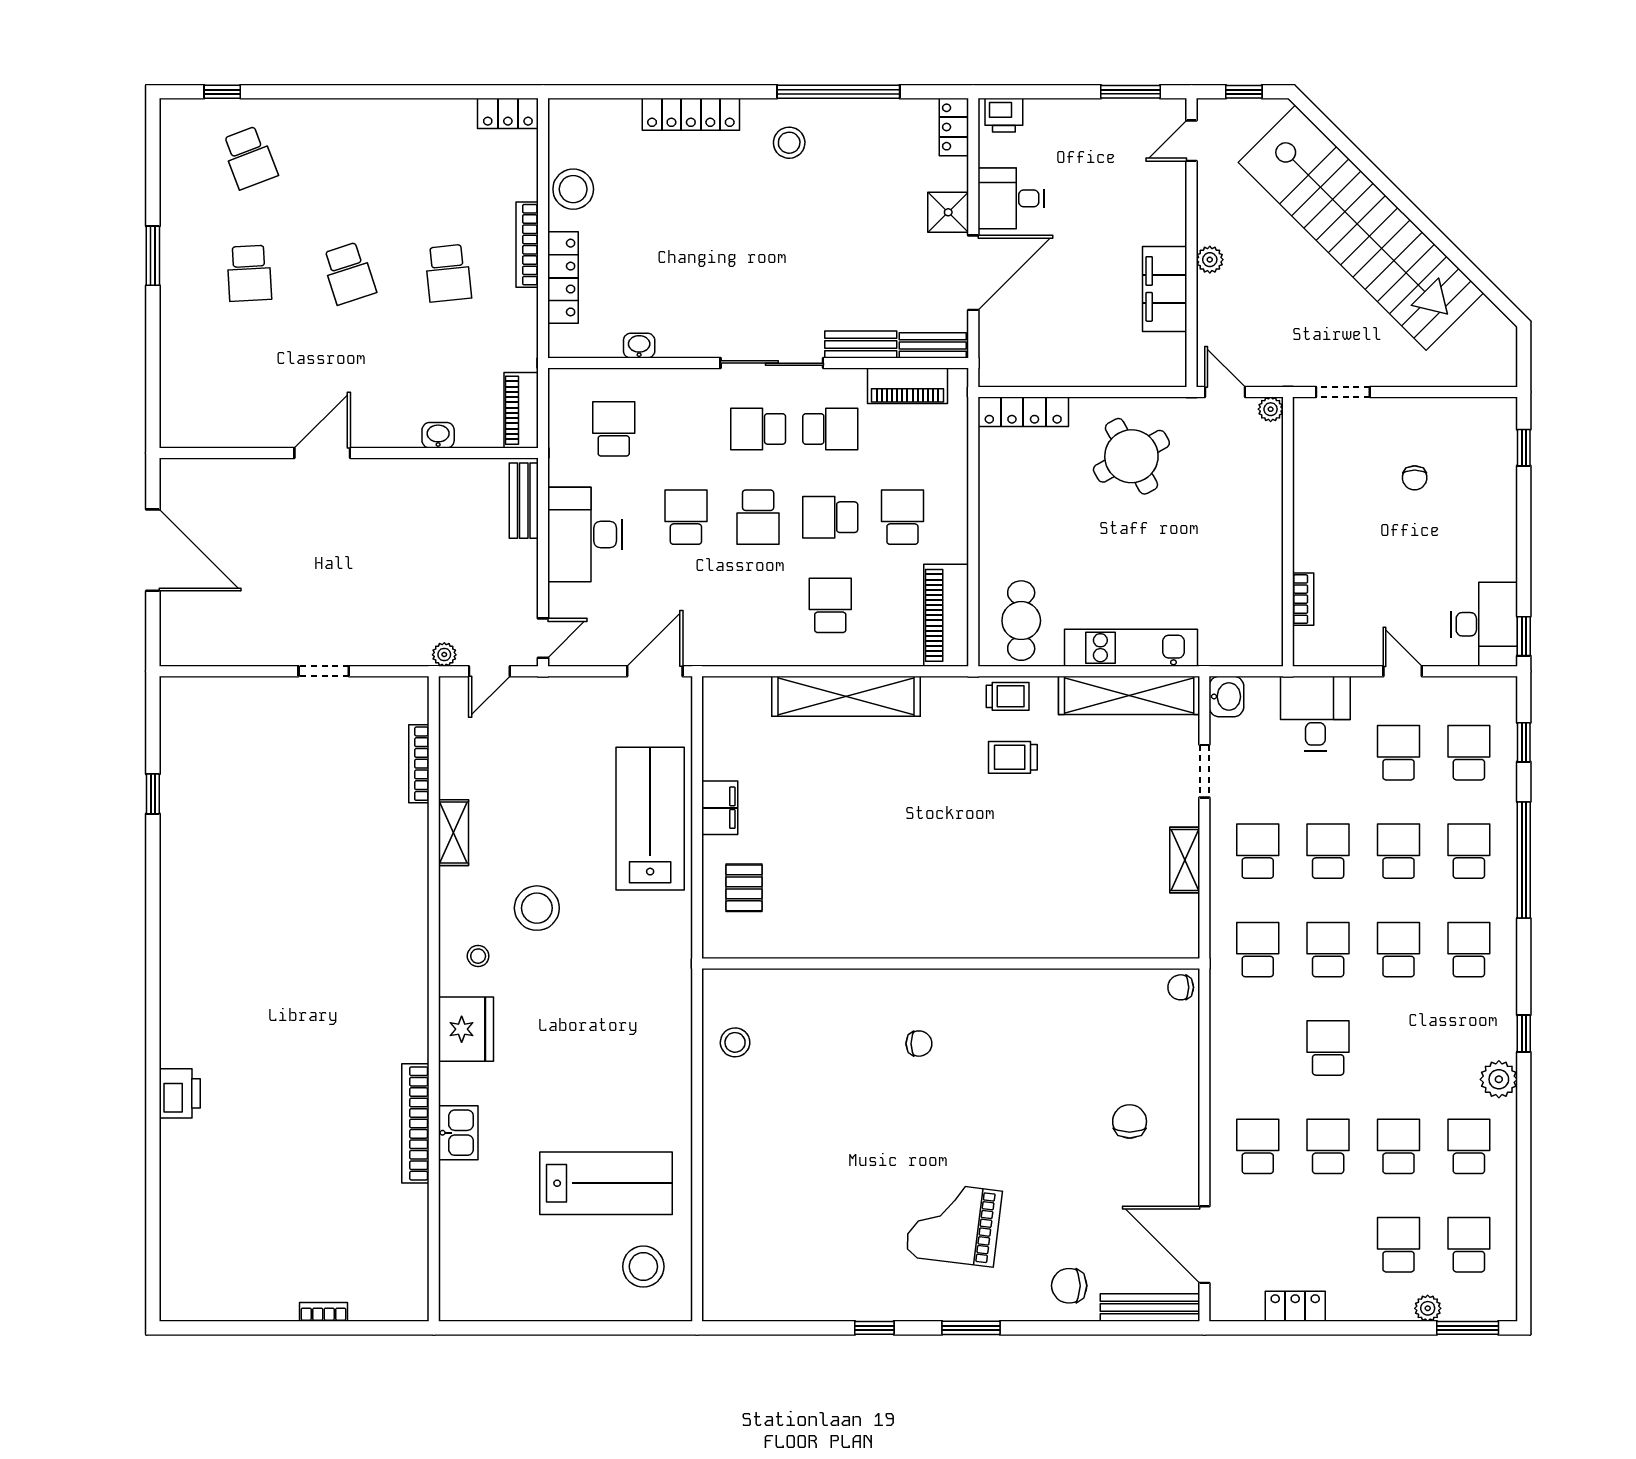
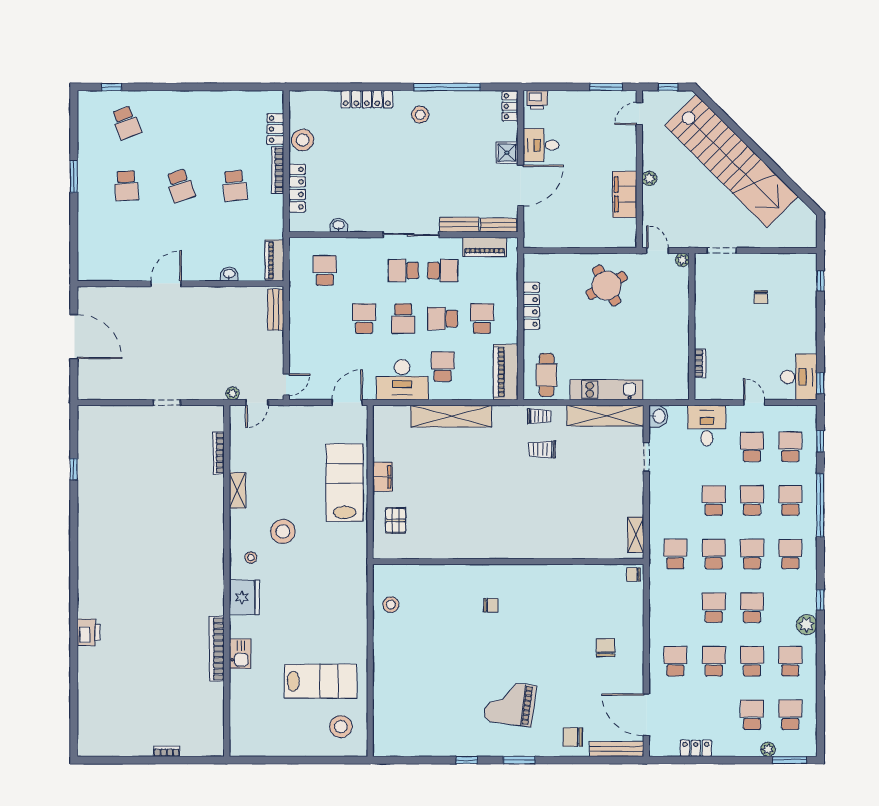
locker: (508, 113) -> (275, 129), moved, turned 90
locker: (1023, 412) -> (531, 306), moved, turned -90
desk: (585, 534) -> (402, 380), moved, turned -90
school desk: (1258, 851) -> (752, 608), moved
shelving: (1185, 860) -> (636, 535), moved

